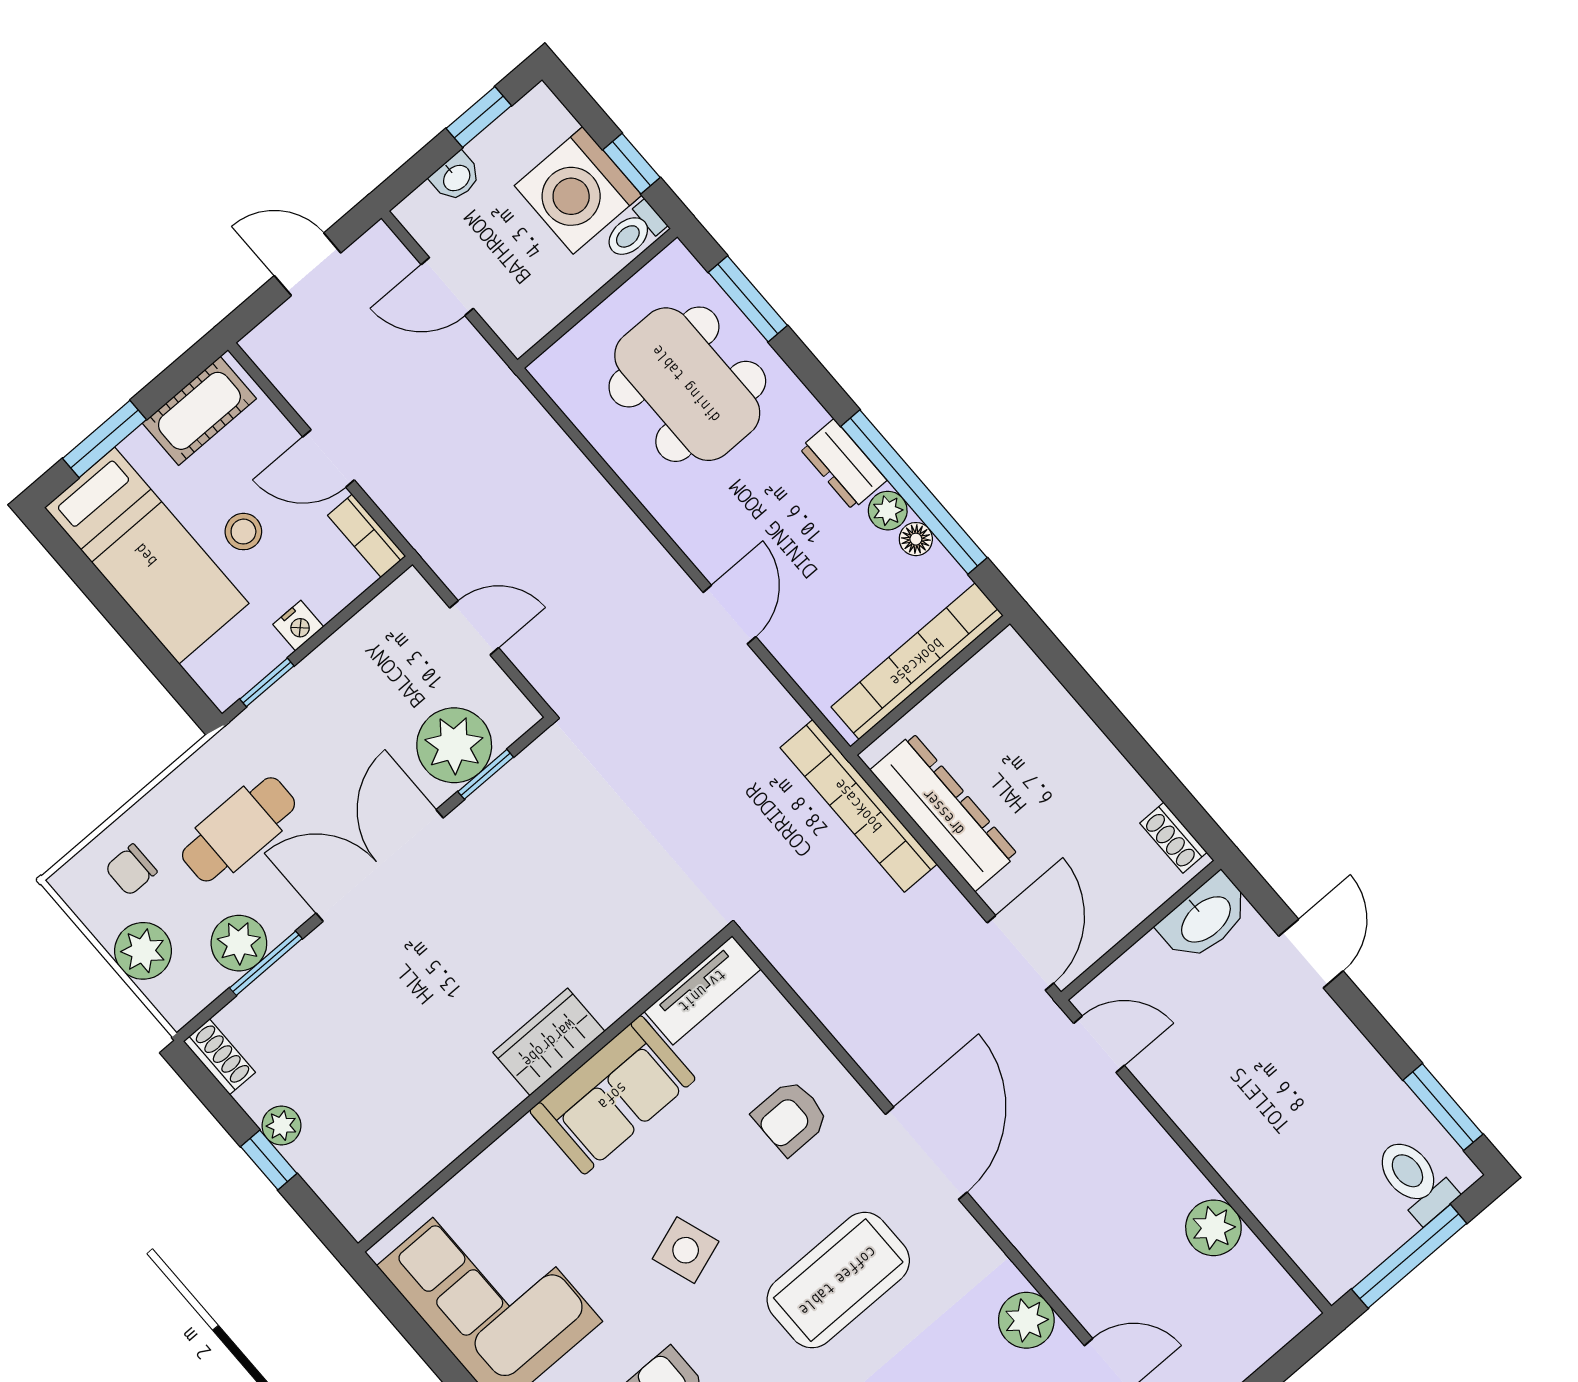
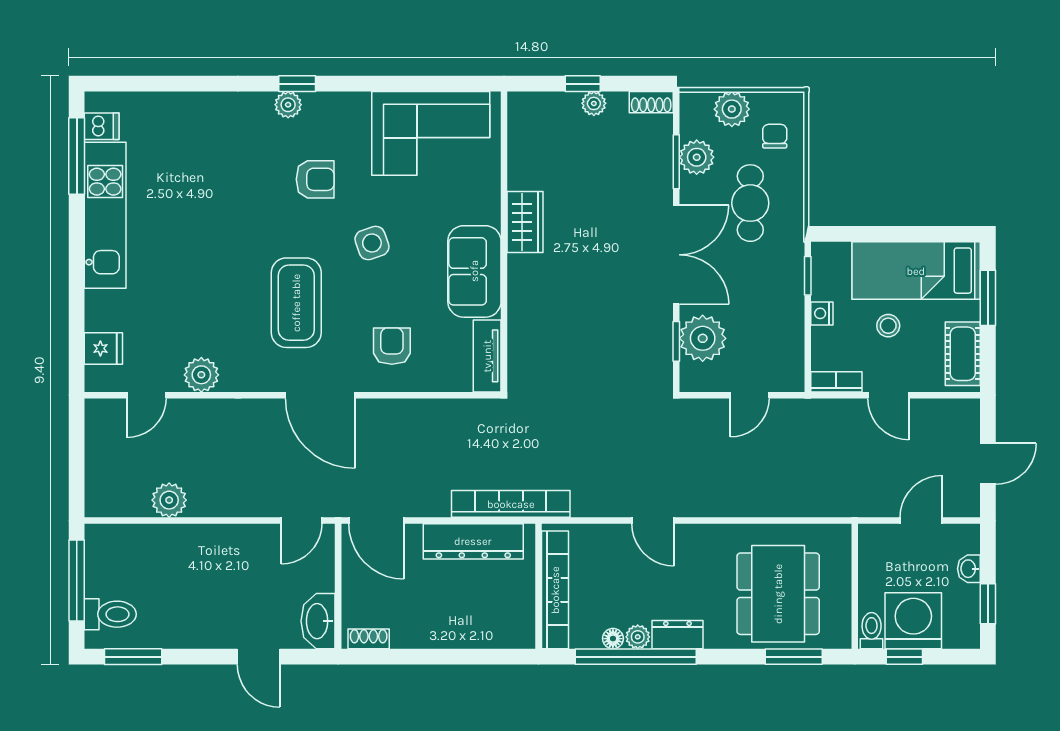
dining table: (687, 384) -> (778, 594), turned 90
door: (329, 458) -> (888, 395), swing flipped
wardrobe: (549, 1042) -> (525, 222), moved

